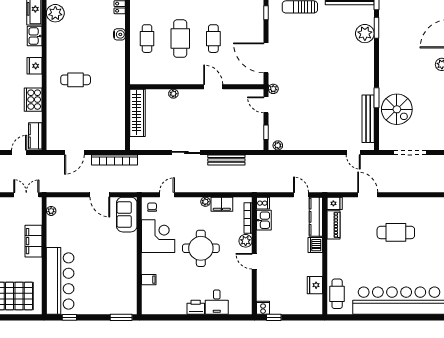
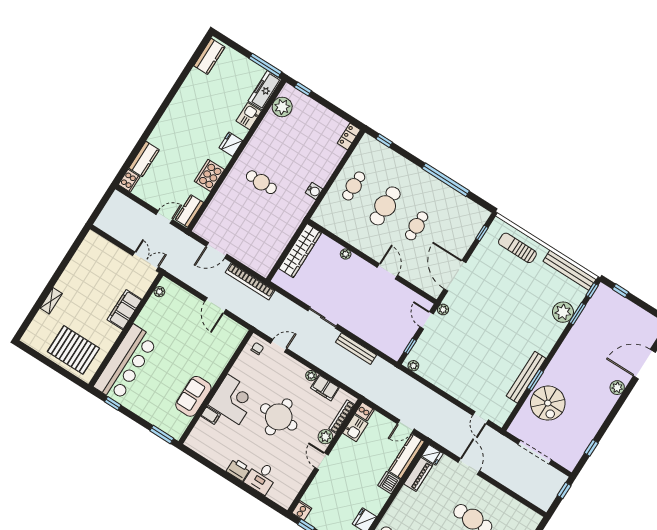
water cooler: (119, 34) -> (314, 191), moved
bench: (368, 119) -> (526, 377), moved
door: (301, 195) -> (406, 426), swing flipped
sofa: (127, 215) -> (193, 396), moved
corner desk: (158, 236) -> (233, 399), moved

